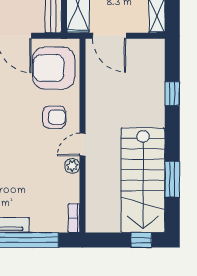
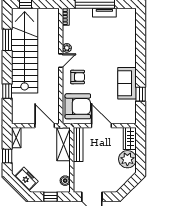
armchair: (54, 117) -> (78, 77), turned 180
stairs: (143, 180) -> (25, 51), width x1.36

